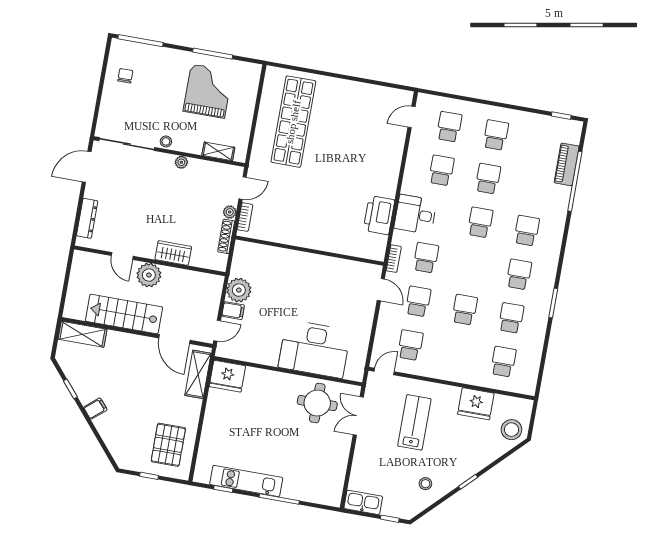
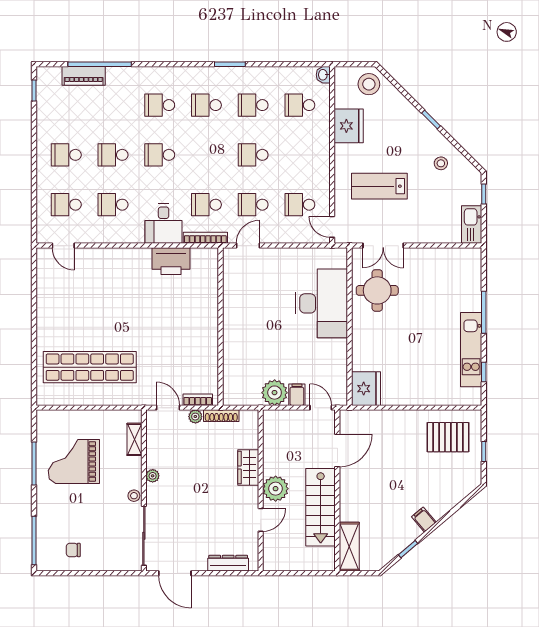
bookcase: (394, 259) -> (205, 238), width x1.56
shelving: (198, 374) -> (370, 419), removed
washbasin: (528, 388) -> (323, 75), added

